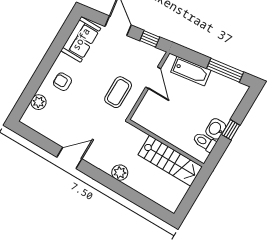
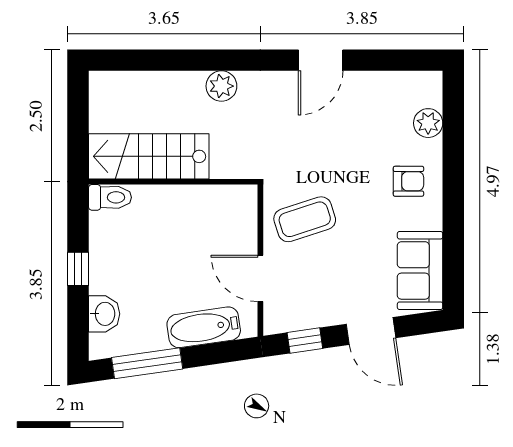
coffee table: (118, 92) -> (305, 219), turned 72
washbasin: (216, 129) -> (104, 314), moved
toilet: (204, 142) -> (110, 197), moved

